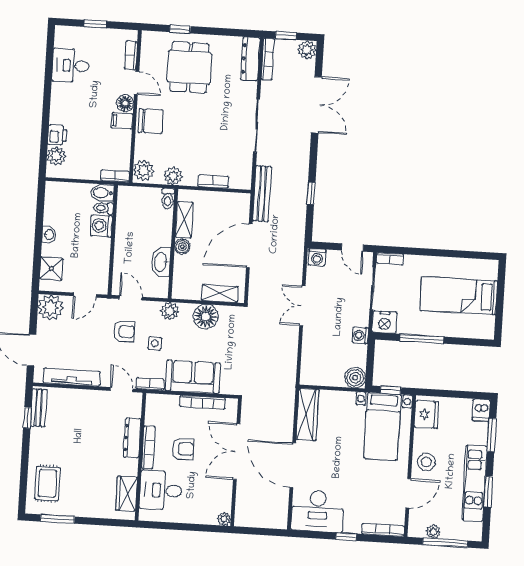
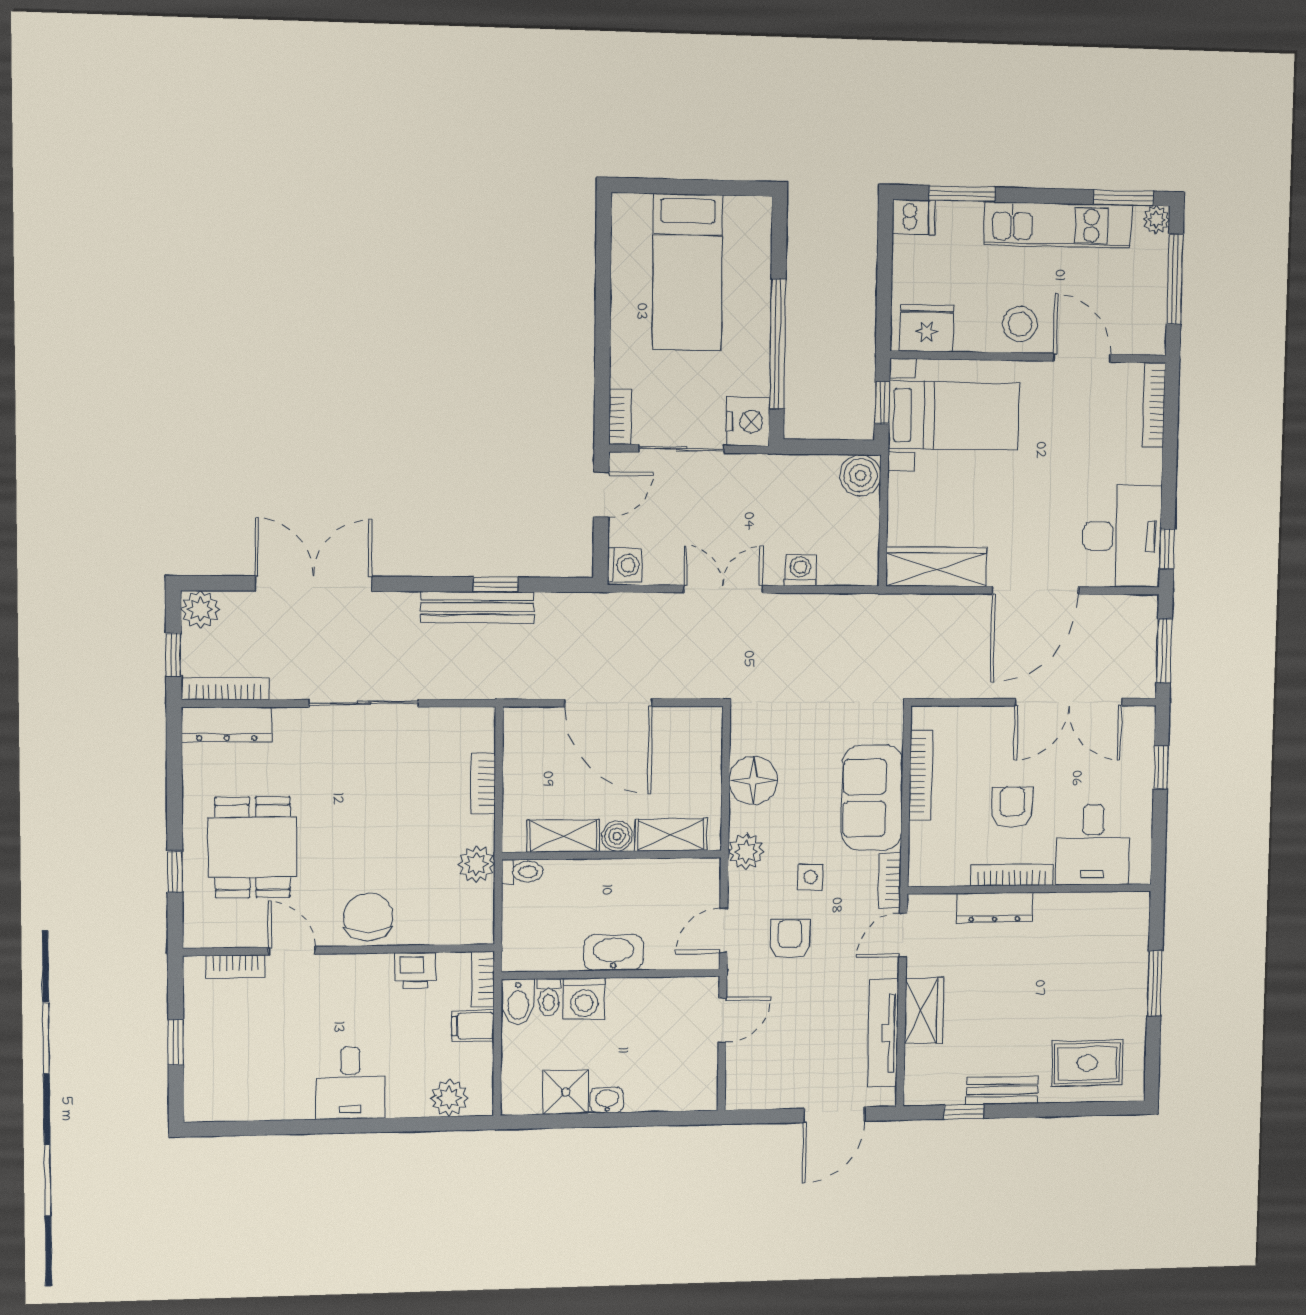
desk: (71, 65) -> (350, 1083), moved
dining table: (189, 67) -> (253, 847), turned 90
door: (137, 83) -> (292, 951), hinge flipped
floor lamp: (125, 103) -> (335, 971), removed
filing cabinet: (122, 121) -> (473, 1026), moved, turned 90
printer: (57, 135) -> (415, 970), moved, turned 180
plant: (144, 170) -> (469, 924), removed
bench: (262, 194) -> (477, 607), moved
washbasin: (161, 262) -> (613, 952), moved, turned 180
shower: (51, 268) -> (566, 1092), moved
shelving: (220, 293) -> (671, 835), moved, turned 90
door: (85, 295) -> (722, 1020), hinge flipped
double door: (302, 306) -> (723, 589), swing flipped
plant: (51, 308) -> (750, 1085), removed
washing machine: (360, 335) -> (800, 570), moved, turned 180
window: (422, 339) -> (778, 344), width x1.46
bench: (39, 408) -> (1002, 1090), moved
double door: (237, 452) -> (1069, 702), moved
window: (488, 492) -> (1124, 198), moved
wardrobe: (126, 494) -> (924, 1011), moved, turned -90
window: (58, 519) -> (1155, 983), moved
plant: (224, 519) -> (1143, 718), removed
window: (198, 528) -> (1161, 767), added
window: (258, 531) -> (1164, 651), added
plant: (433, 532) -> (1156, 220), moved
window: (346, 537) -> (1167, 549), moved

